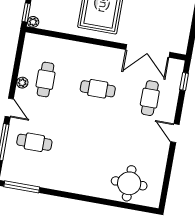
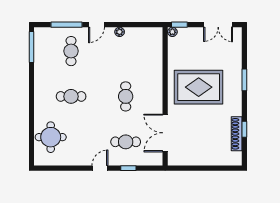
cafe table: (46, 80) -> (71, 96), moved
window: (184, 81) -> (128, 168), moved

